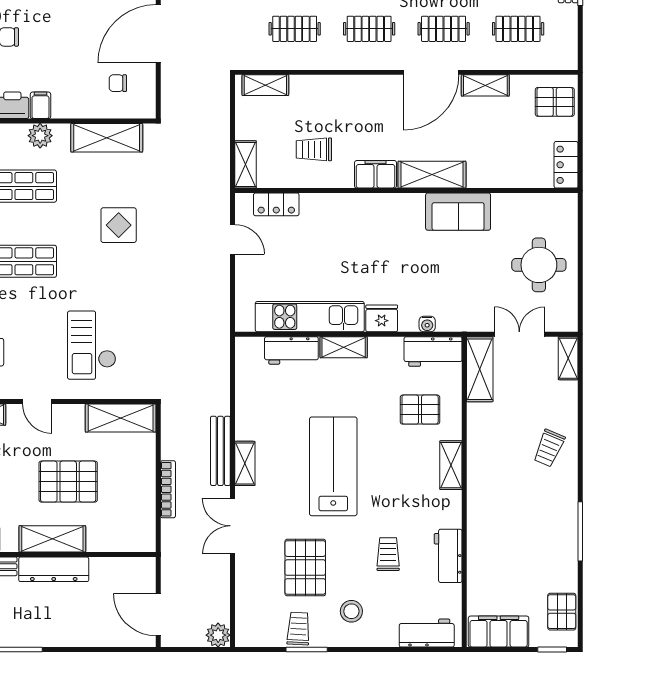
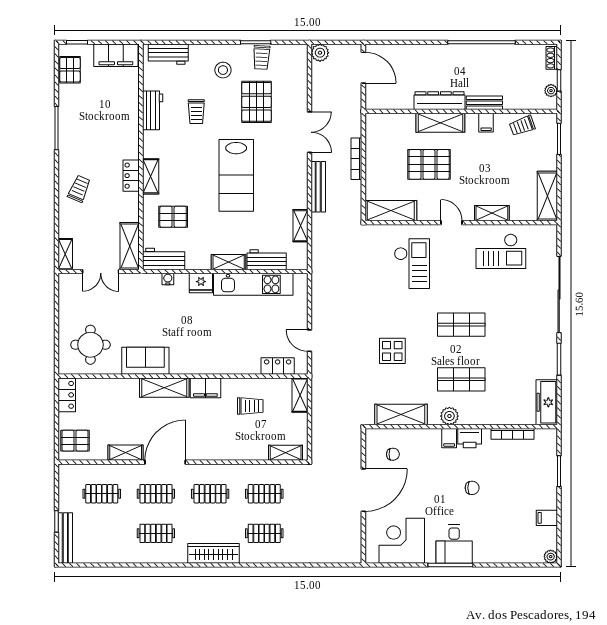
round table: (539, 265) -> (90, 345), moved
shelving: (245, 463) -> (301, 226), moved
locker: (478, 466) -> (131, 176), added

